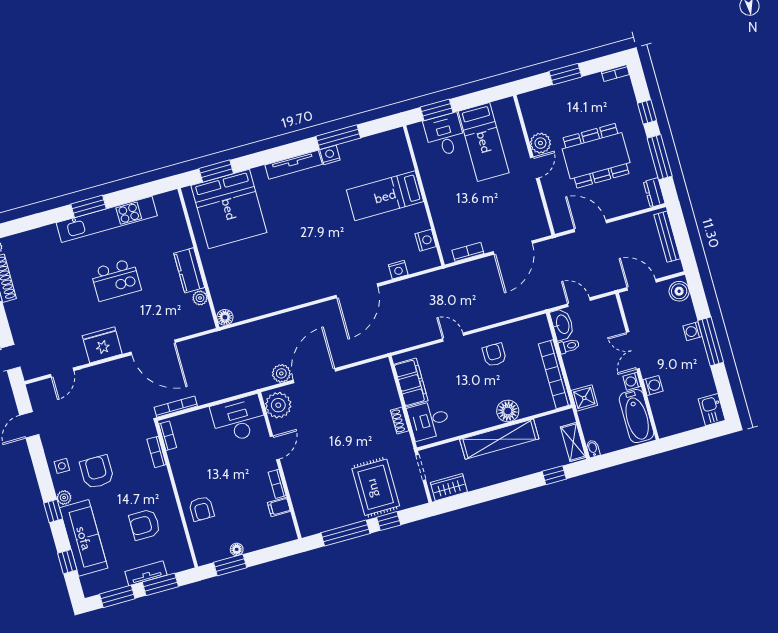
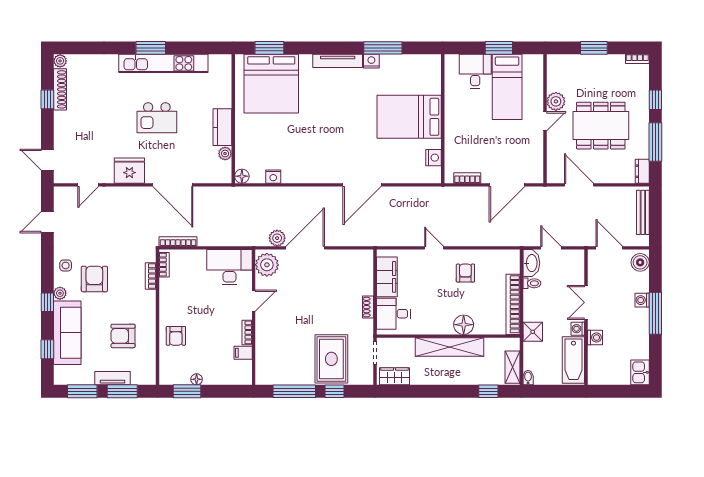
window: (437, 110) -> (499, 48), moved
bed: (385, 196) -> (409, 117), width x1.50
nightstand: (398, 270) -> (273, 177), moved

